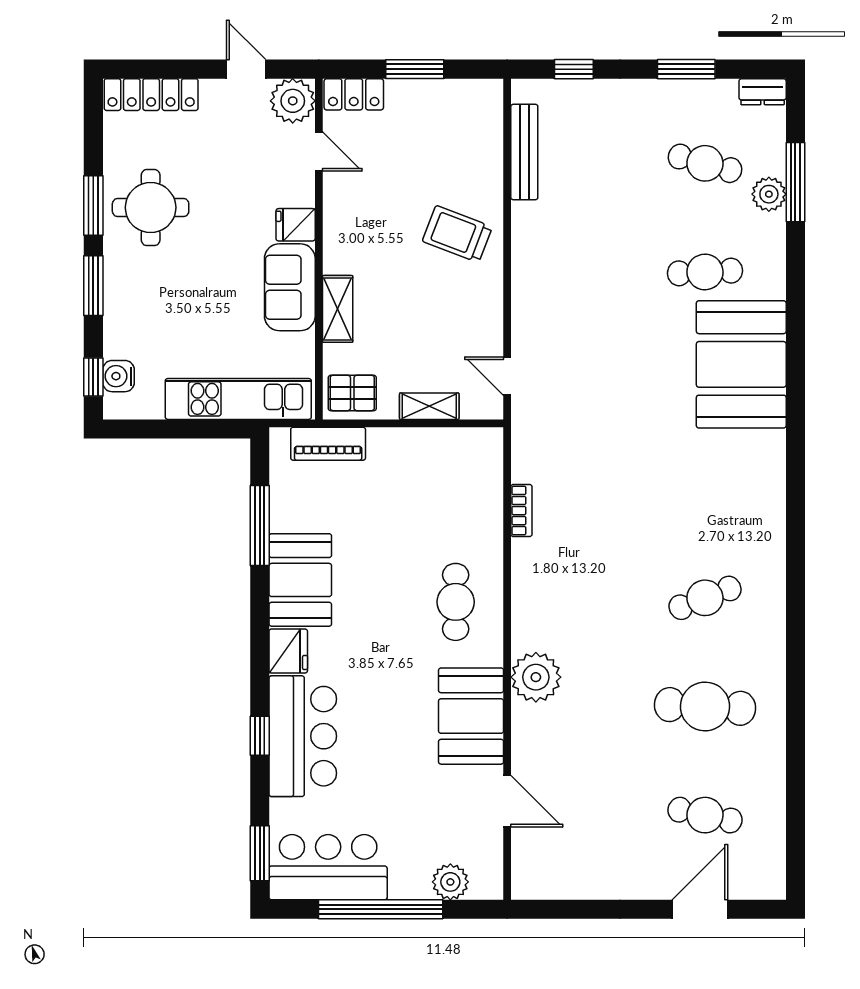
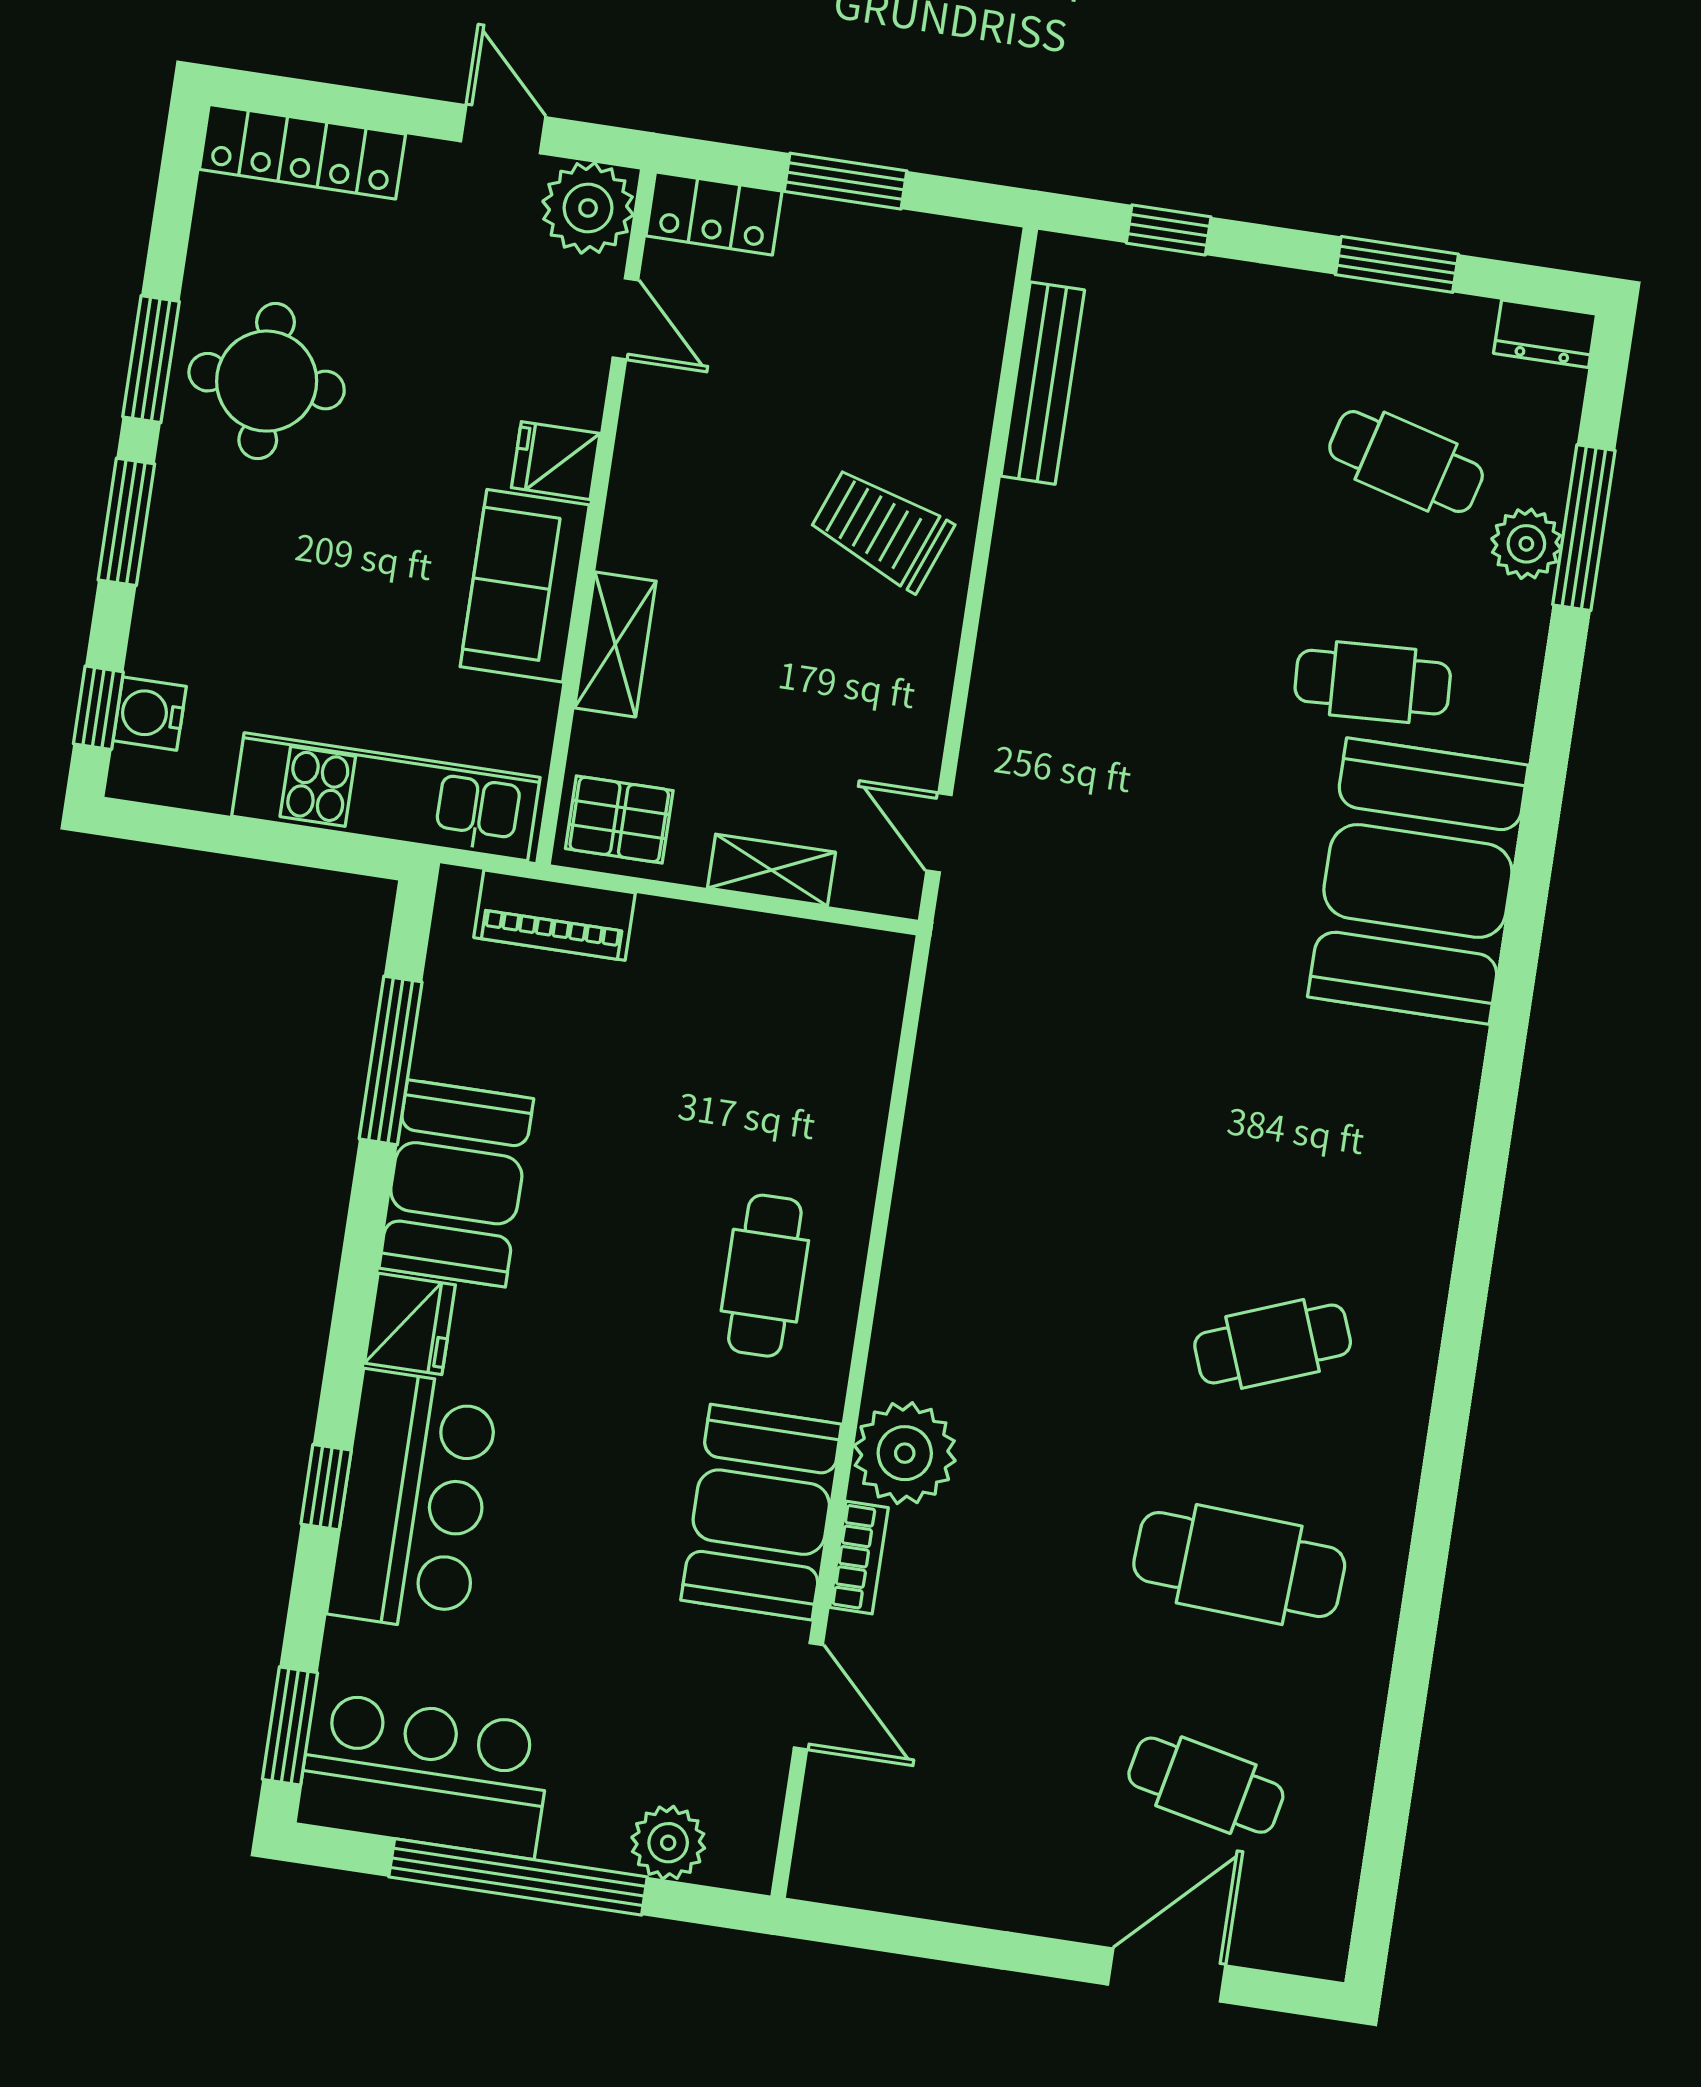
bookcase: (521, 511) -> (859, 1558), moved

